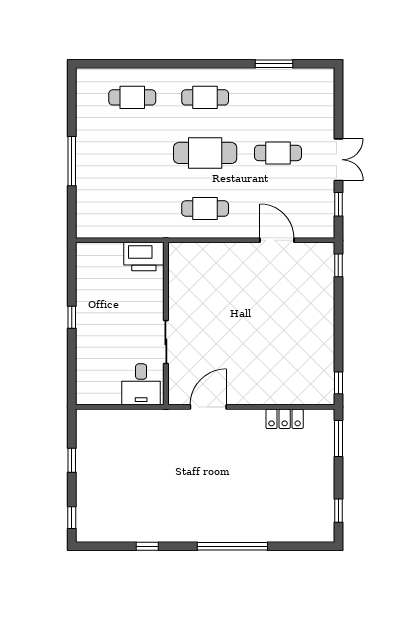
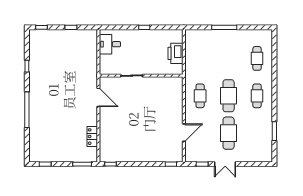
cafe table: (278, 153) -> (229, 133), width x1.37, depth x1.35
printer: (144, 257) -> (175, 53), moved
desk: (141, 384) -> (110, 44), moved

